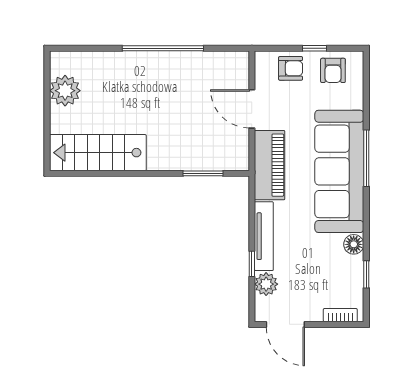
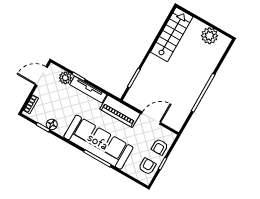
armchair: (333, 70) -> (147, 166), turned 90
floor lamp: (354, 244) -> (52, 124), moved

